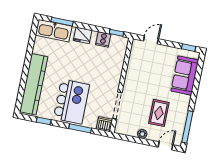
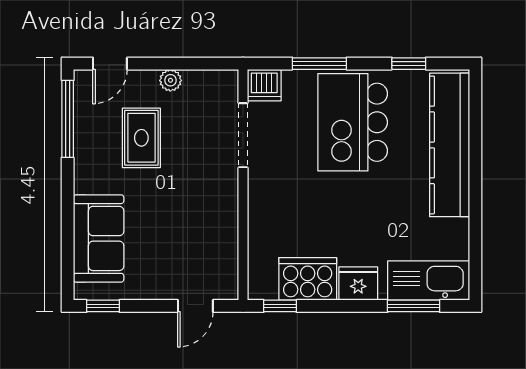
cooker: (103, 39) -> (308, 279), width x1.87, depth x1.31

